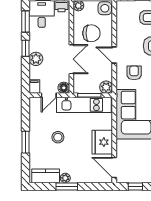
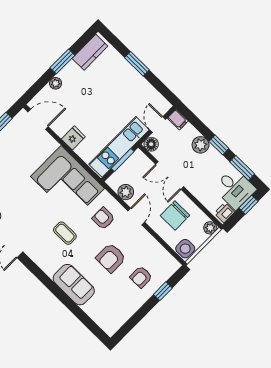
door: (114, 55) -> (136, 216), hinge flipped
armchair: (134, 73) -> (103, 218), turned 180
plant: (106, 87) -> (126, 192), moved
stool: (58, 137) -> (113, 96), removed
fridge: (102, 142) -> (73, 138), width x0.53, depth x0.75
plant: (65, 178) -> (56, 83), moved

